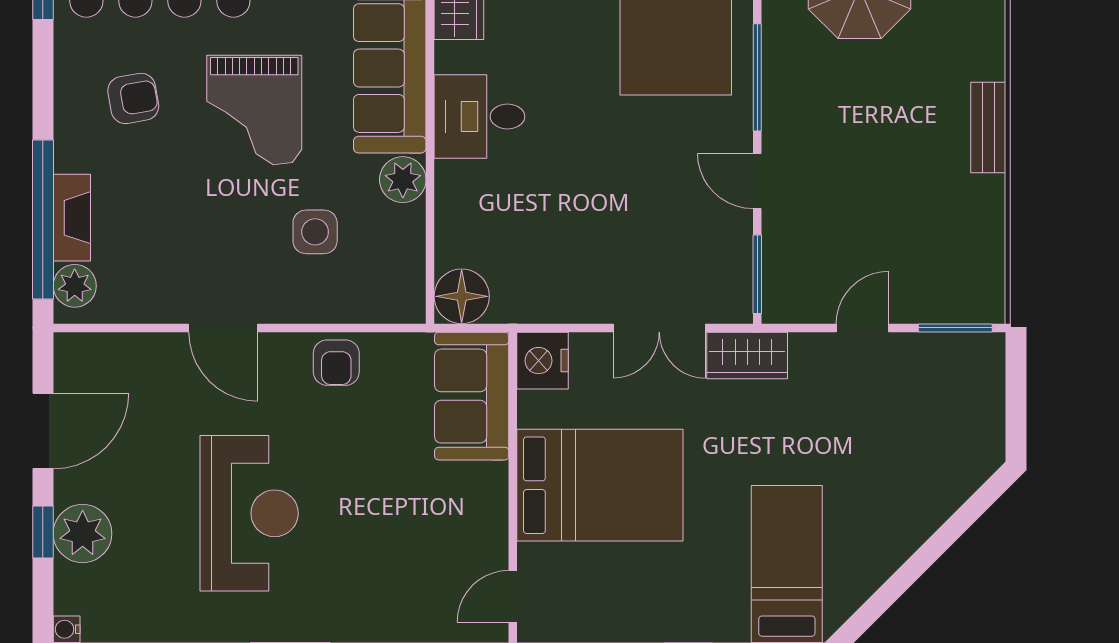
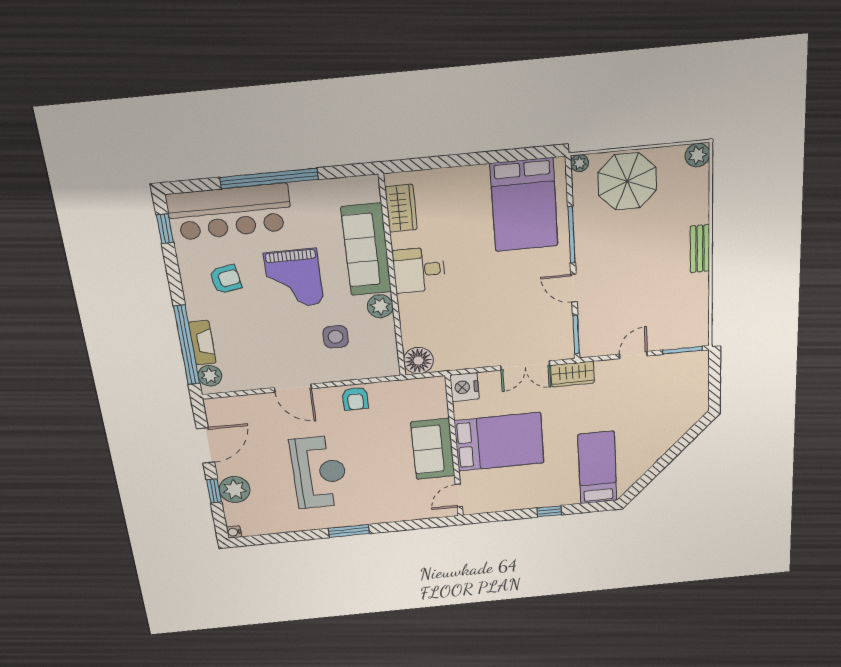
sofa: (472, 396) -> (433, 449), moved

